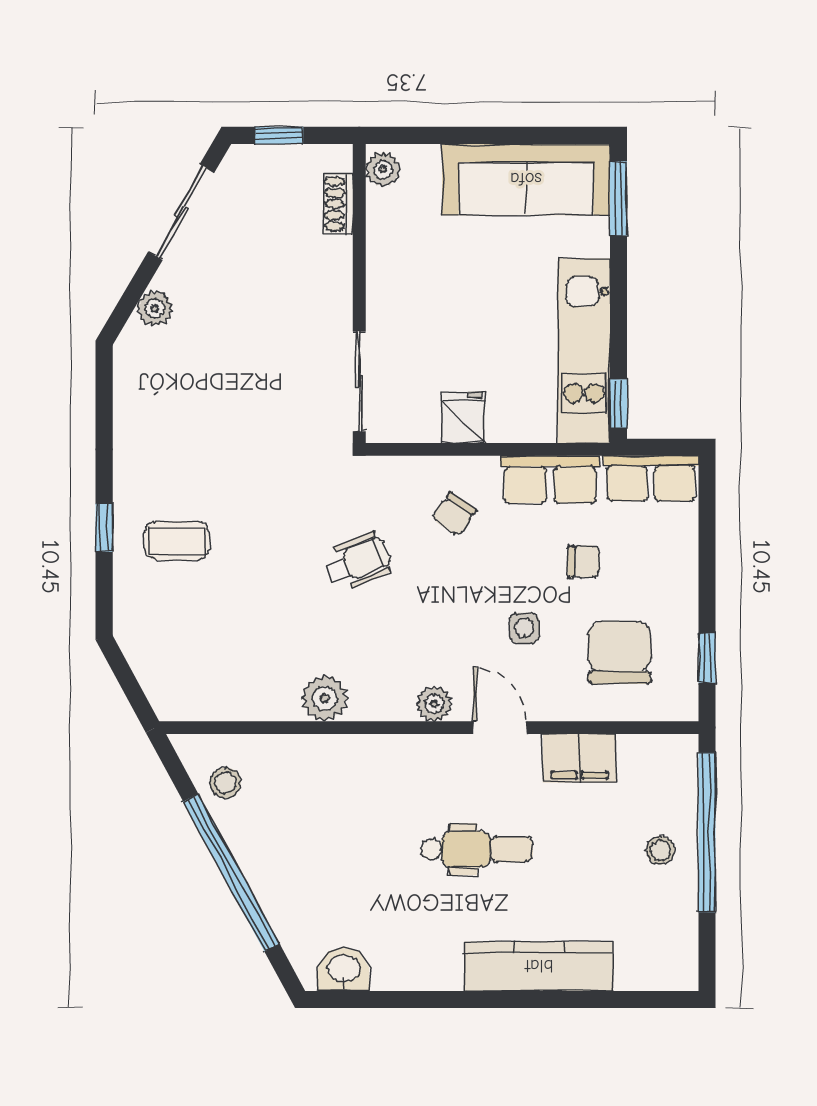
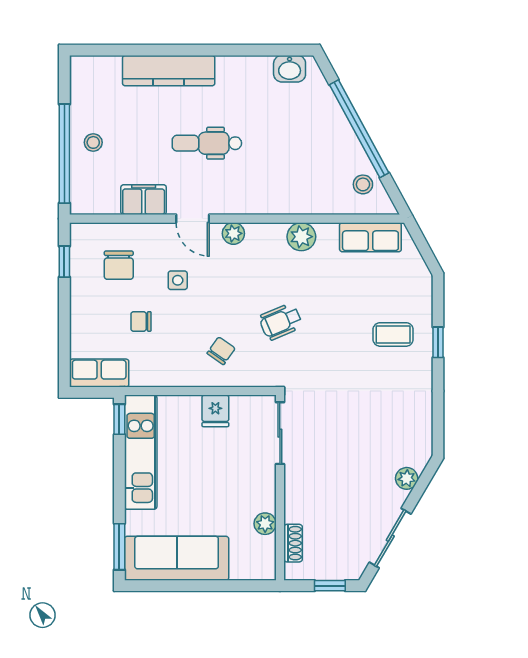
plant: (383, 169) -> (265, 524), moved
row of seats: (550, 479) -> (370, 237), moved, turned 180
chair: (619, 652) -> (119, 265), width x0.73, depth x0.73

